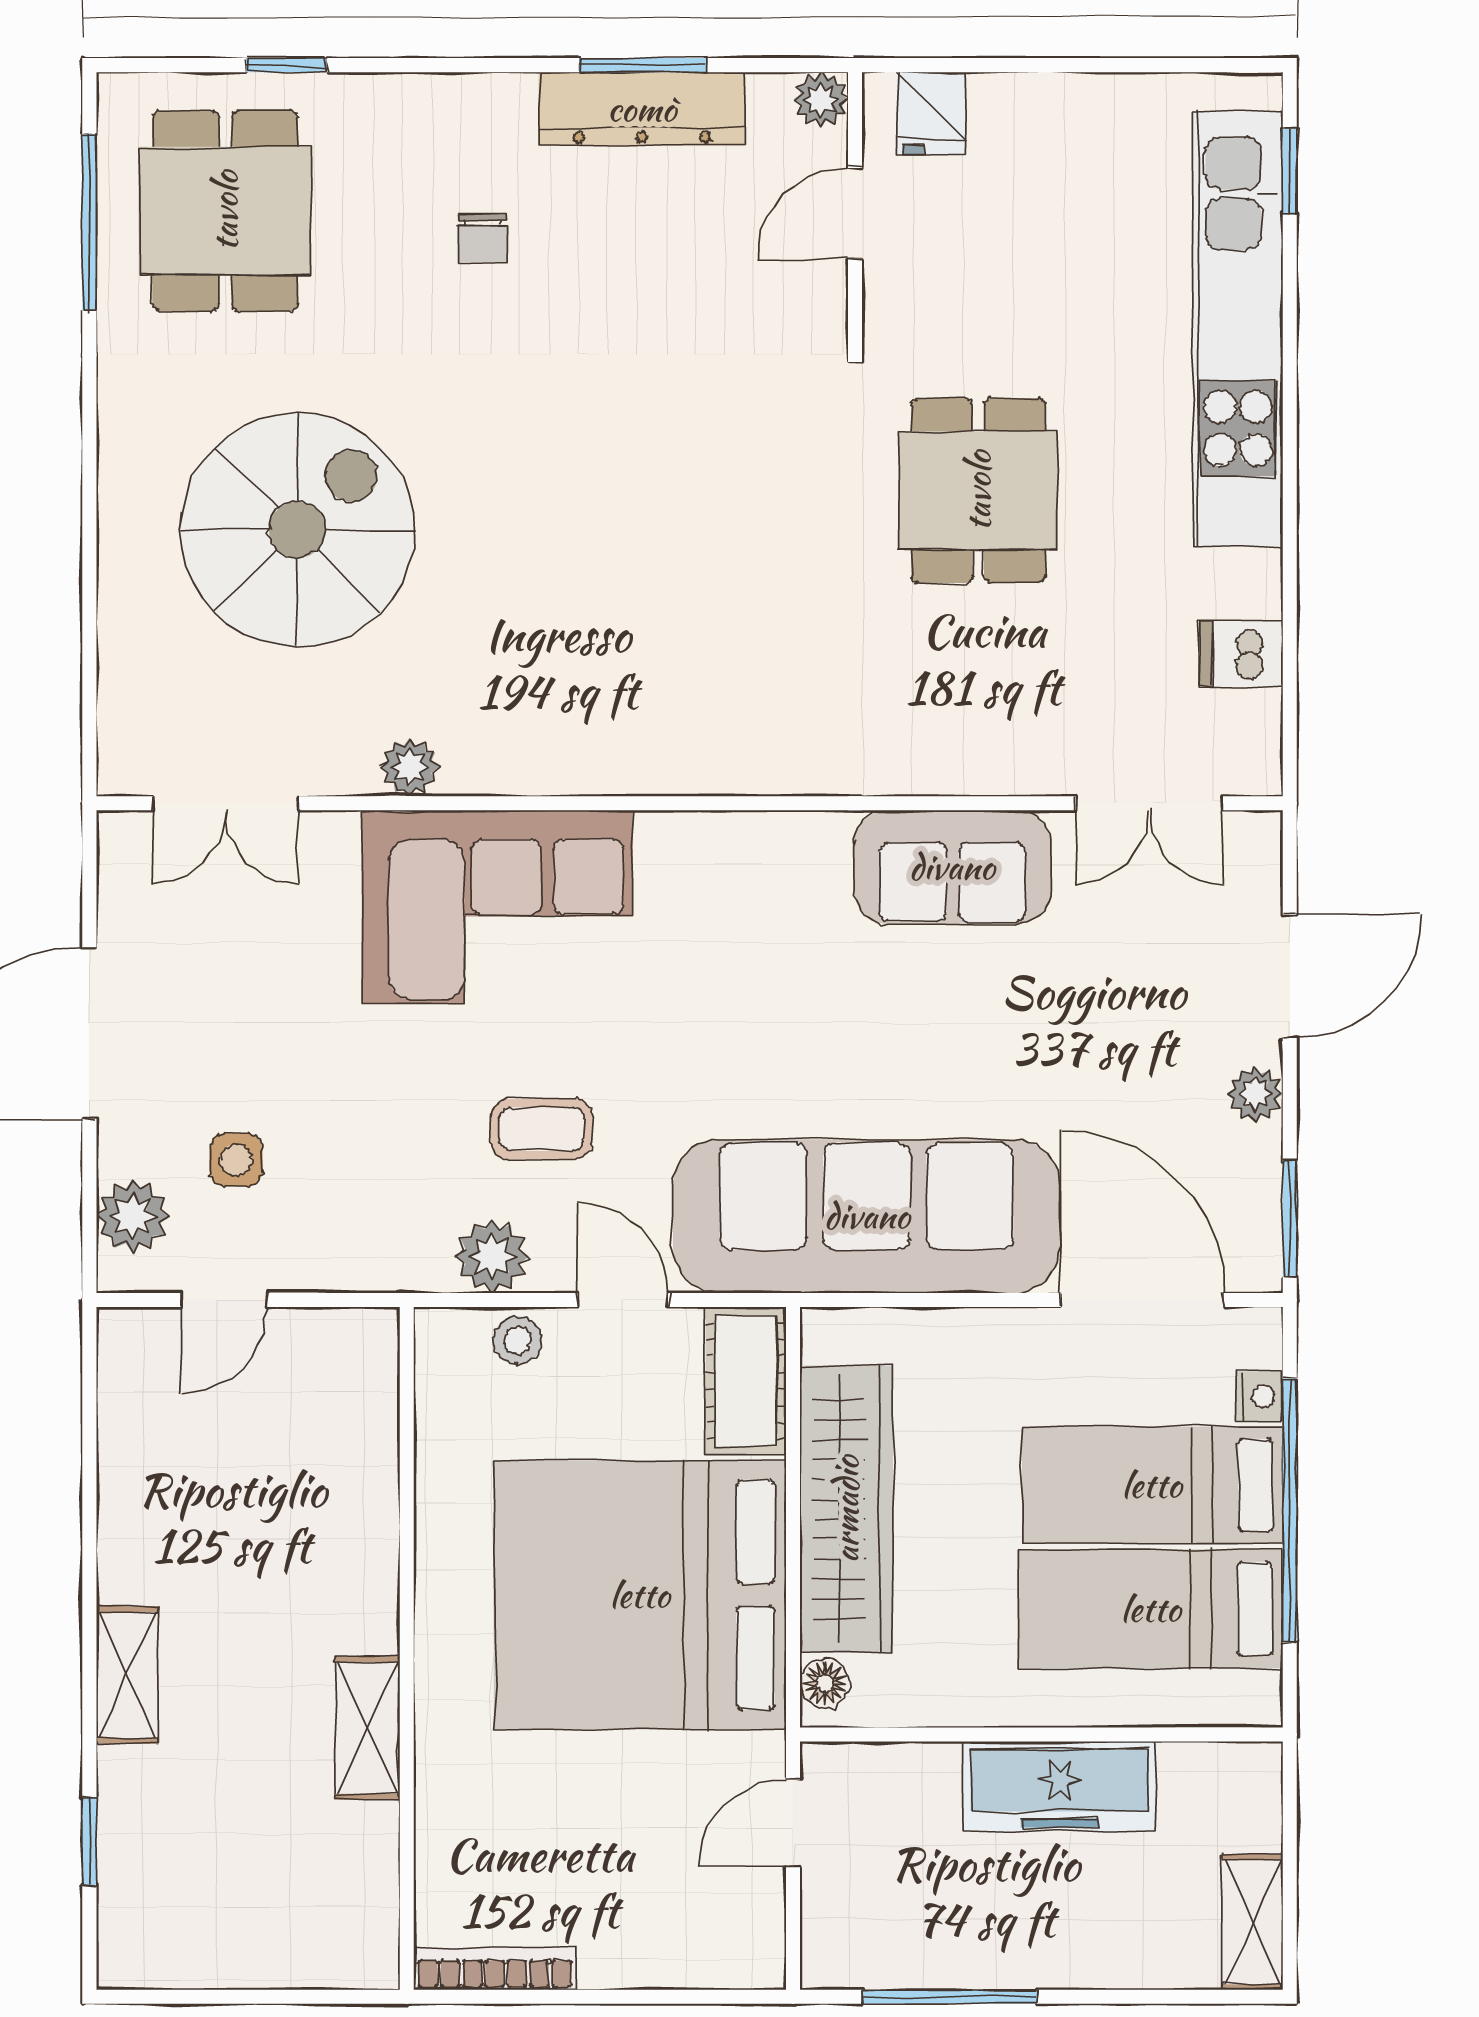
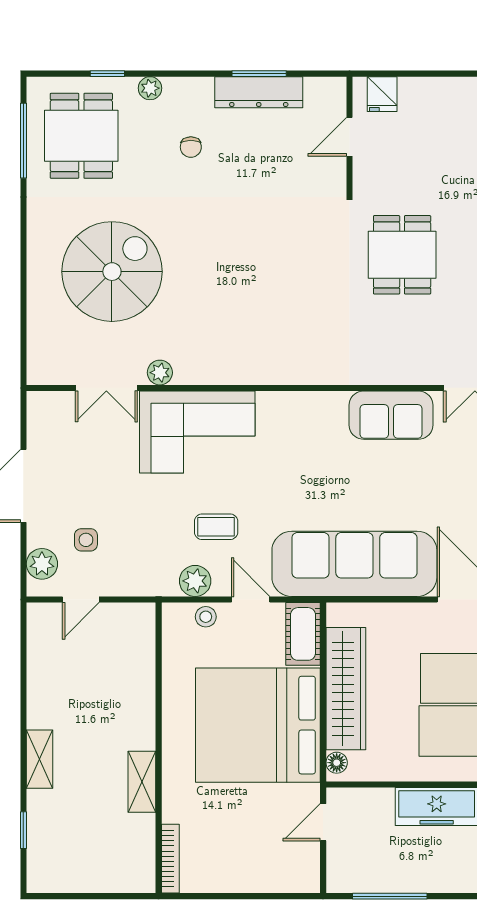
plant: (821, 99) -> (150, 88), moved
double door: (225, 803) -> (106, 388), moved
bookcase: (495, 1969) -> (170, 859), moved, turned 90

